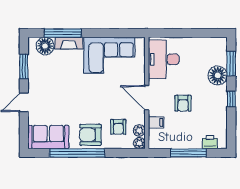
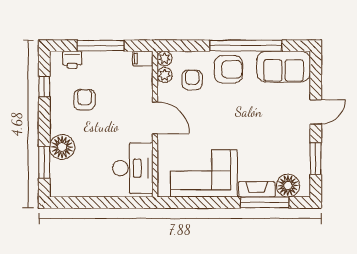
window: (231, 99) -> (44, 87), moved
armchair: (183, 103) -> (85, 100), moved
filing cabinet: (156, 122) -> (143, 59), moved

